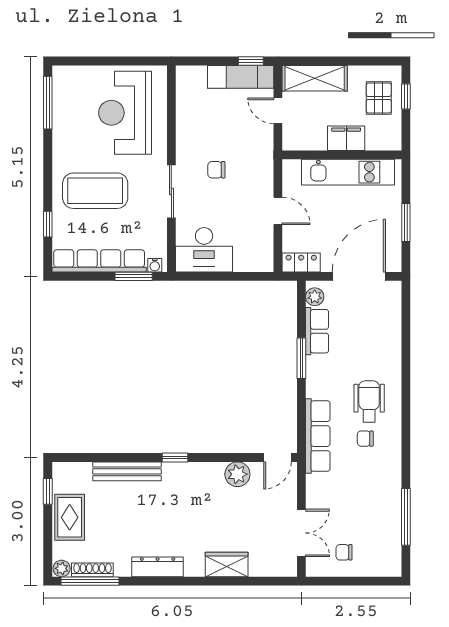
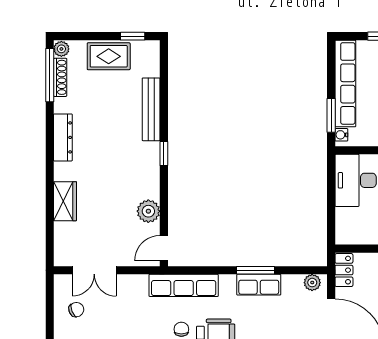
row of seats: (317, 331) -> (259, 285), moved
door: (277, 458) -> (164, 248), hinge flipped
chair: (344, 552) -> (76, 310), turned 68

